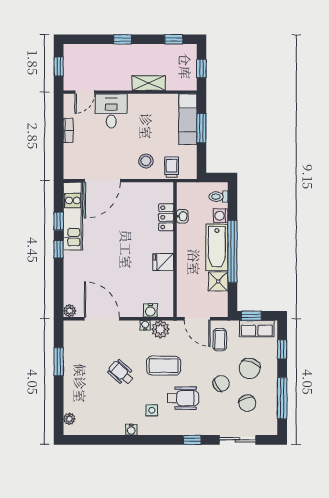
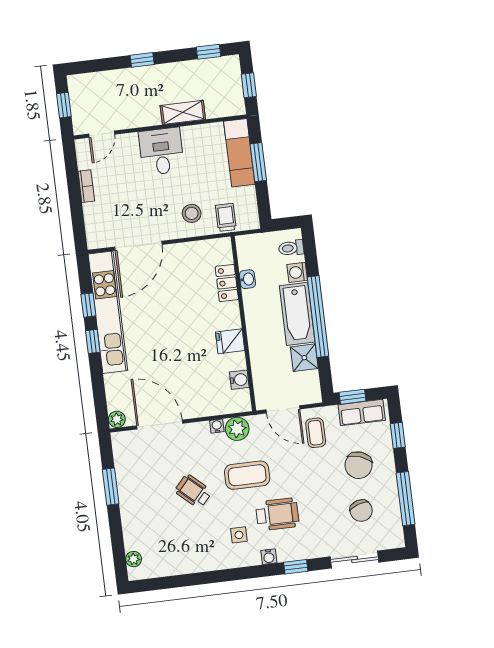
desk: (111, 111) -> (161, 151), moved
kitchen unit: (73, 216) -> (108, 312), width x1.36
water cooler: (150, 310) -> (239, 380), moved, turned -90
chair: (221, 383) -> (324, 489), removed
water cooler: (131, 430) -> (269, 557), moved

